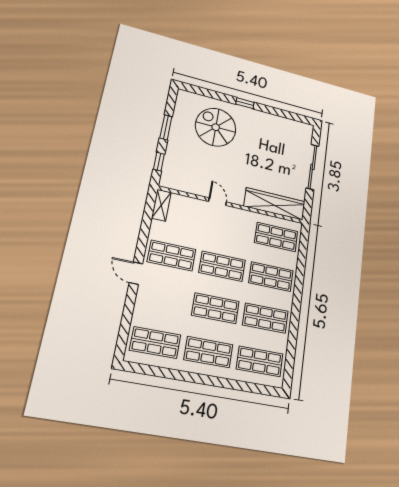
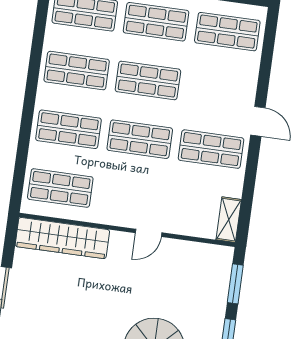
window: (159, 162) -> (235, 284), width x1.50
door: (218, 202) -> (149, 233), hinge flipped

